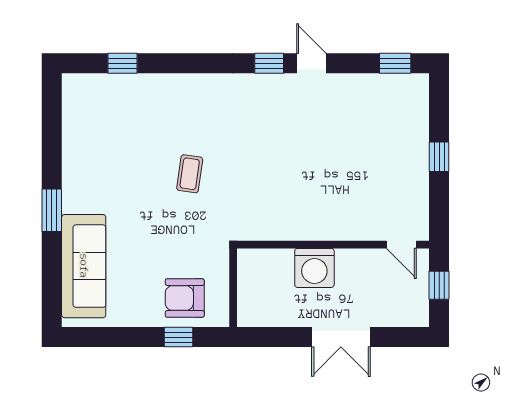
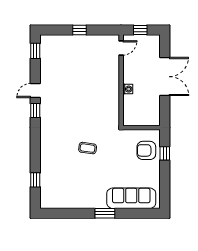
washing machine: (314, 268) -> (128, 89), width x0.53, depth x0.53
armchair: (185, 298) -> (146, 150), turned 90
double door: (341, 337) -> (165, 77), width x1.37

